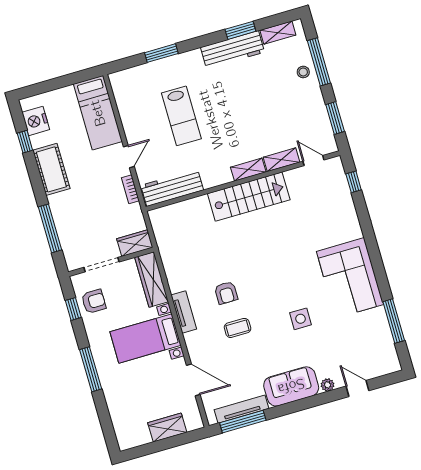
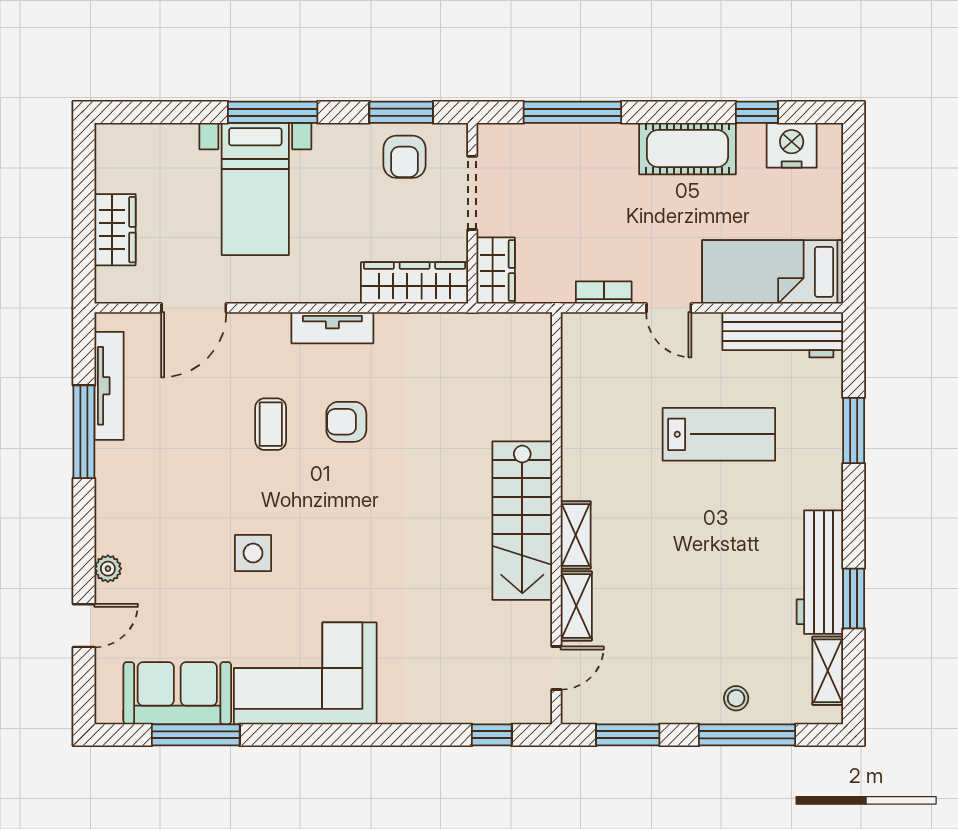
lab bench: (181, 116) -> (719, 434), turned 180
workbench: (172, 188) -> (783, 335), moved, turned 90
window: (73, 309) -> (401, 112), width x1.50
bed with nightstands: (145, 338) -> (255, 189), moved, turned 180
sofa: (291, 386) -> (177, 693), moved, turned -90
window: (243, 422) -> (84, 432), moved

